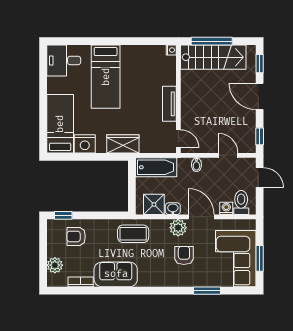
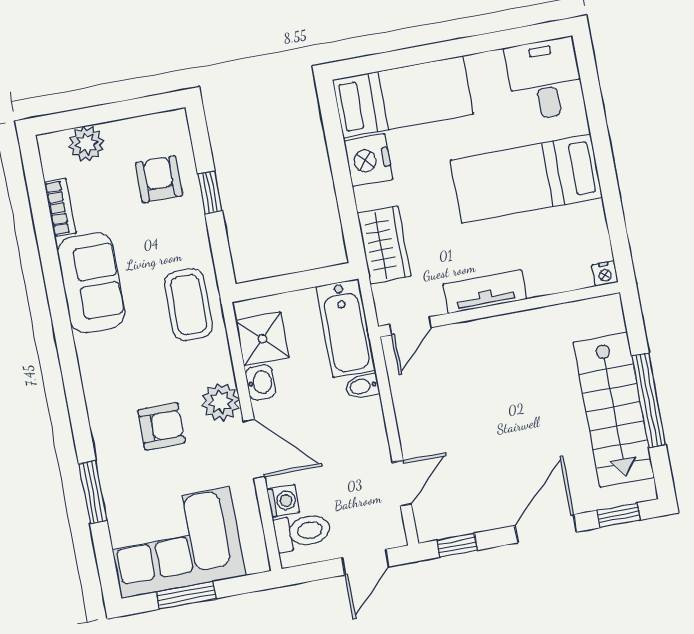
nightstand: (171, 50) -> (605, 274), moved
wall: (178, 99) -> (499, 309), moved
tv unit: (169, 104) -> (485, 292), moved
door: (178, 139) -> (411, 326), moved
bidet: (196, 165) -> (362, 386), moved
window: (63, 215) -> (210, 192), moved
door: (201, 217) -> (254, 449), hinge flipped

